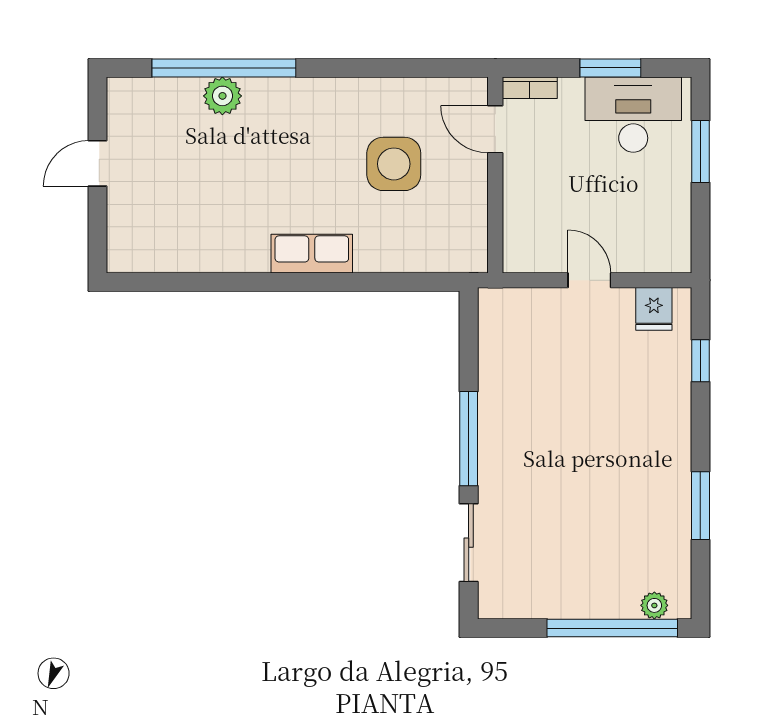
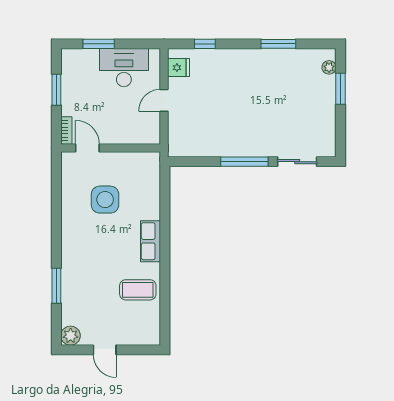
window: (224, 68) -> (56, 286), width x0.47
plant: (222, 96) -> (71, 336), moved
desk: (633, 115) -> (124, 68), moved, turned 90
door: (495, 129) -> (87, 148), swing flipped
coffee table: (216, 229) -> (138, 290), added
window: (612, 628) -> (340, 89), width x0.47

